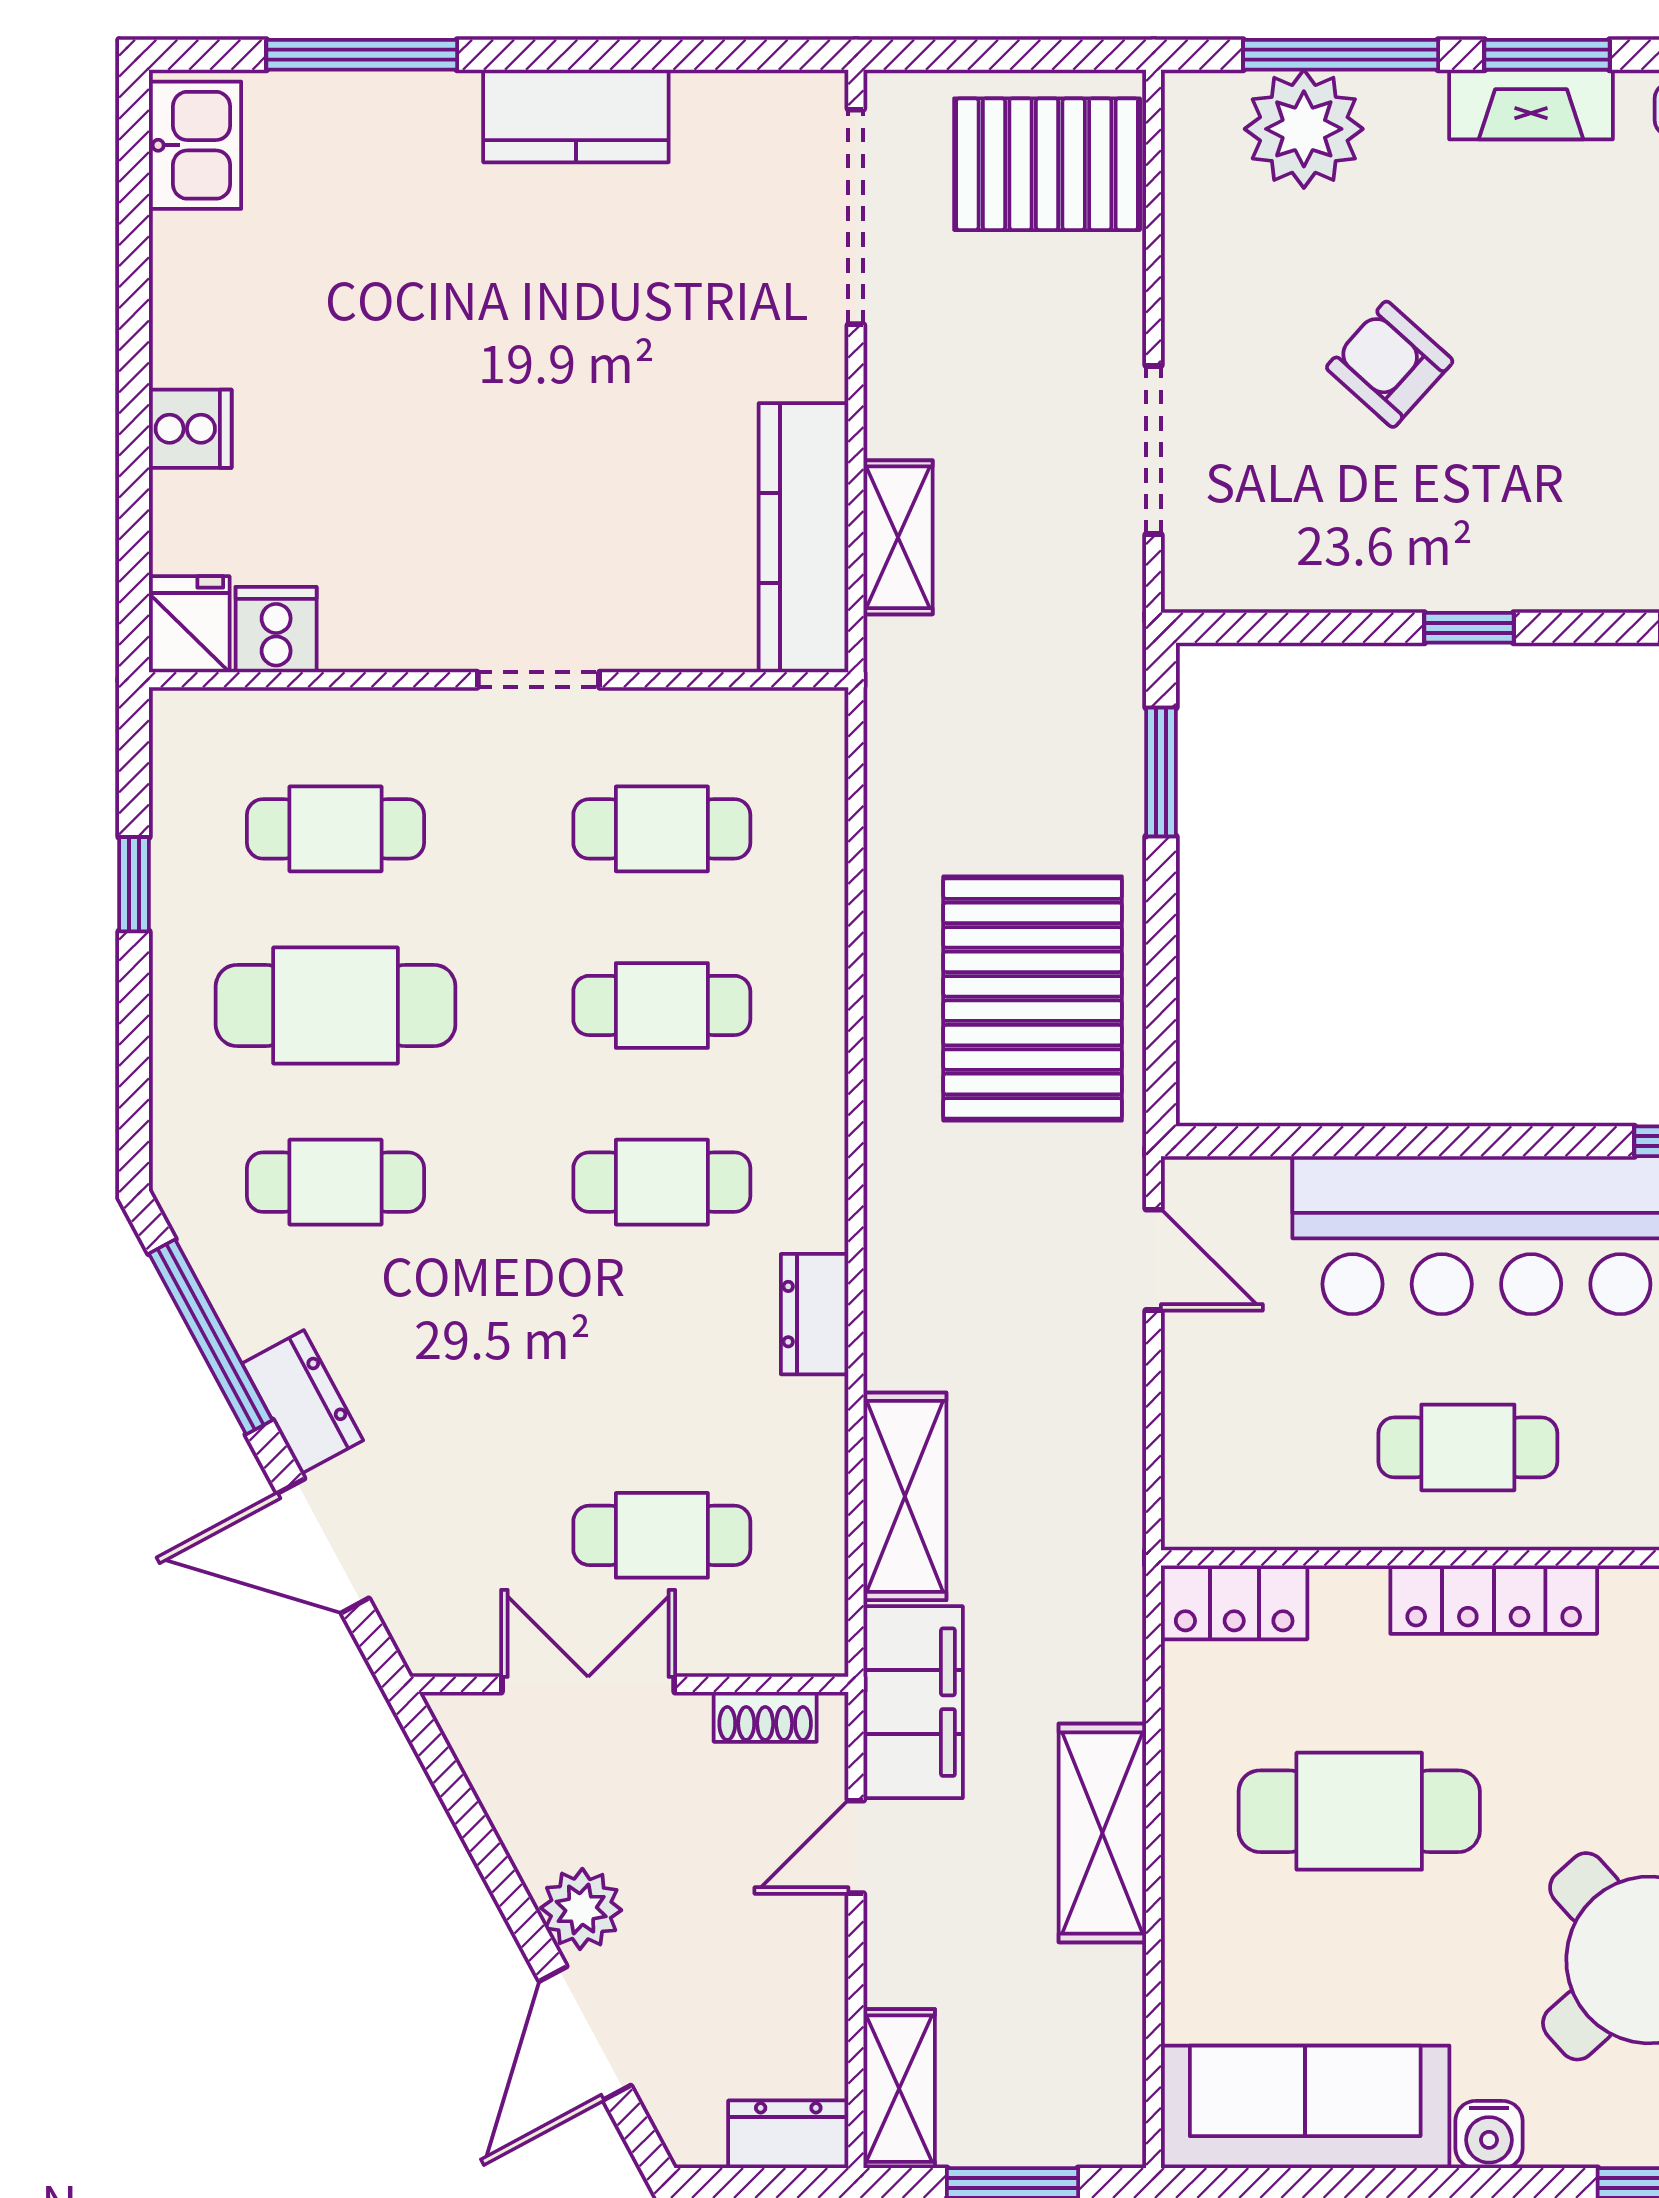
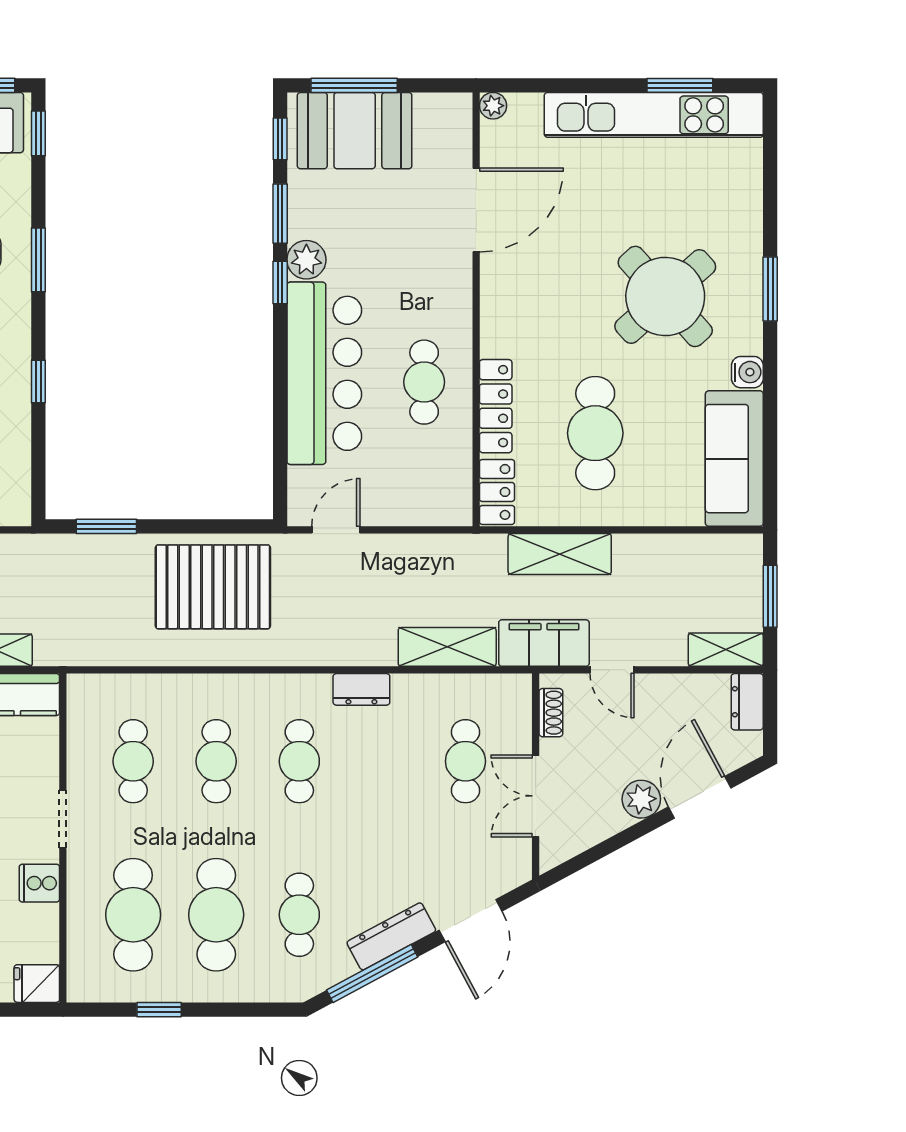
cooker: (276, 630) -> (39, 883), moved
cafe table: (336, 829) -> (133, 915), width x1.37, depth x1.35
dresser: (303, 1402) -> (391, 936), width x1.44
locker: (1494, 1600) -> (496, 406), moved
shelving: (1102, 1833) -> (560, 554), moved
door: (585, 2033) -> (700, 797), swing flipped

